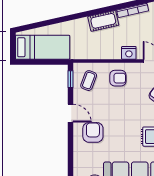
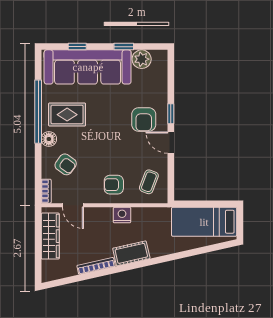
nightstand: (129, 53) -> (122, 215), moved
window: (70, 79) -> (171, 114), moved

